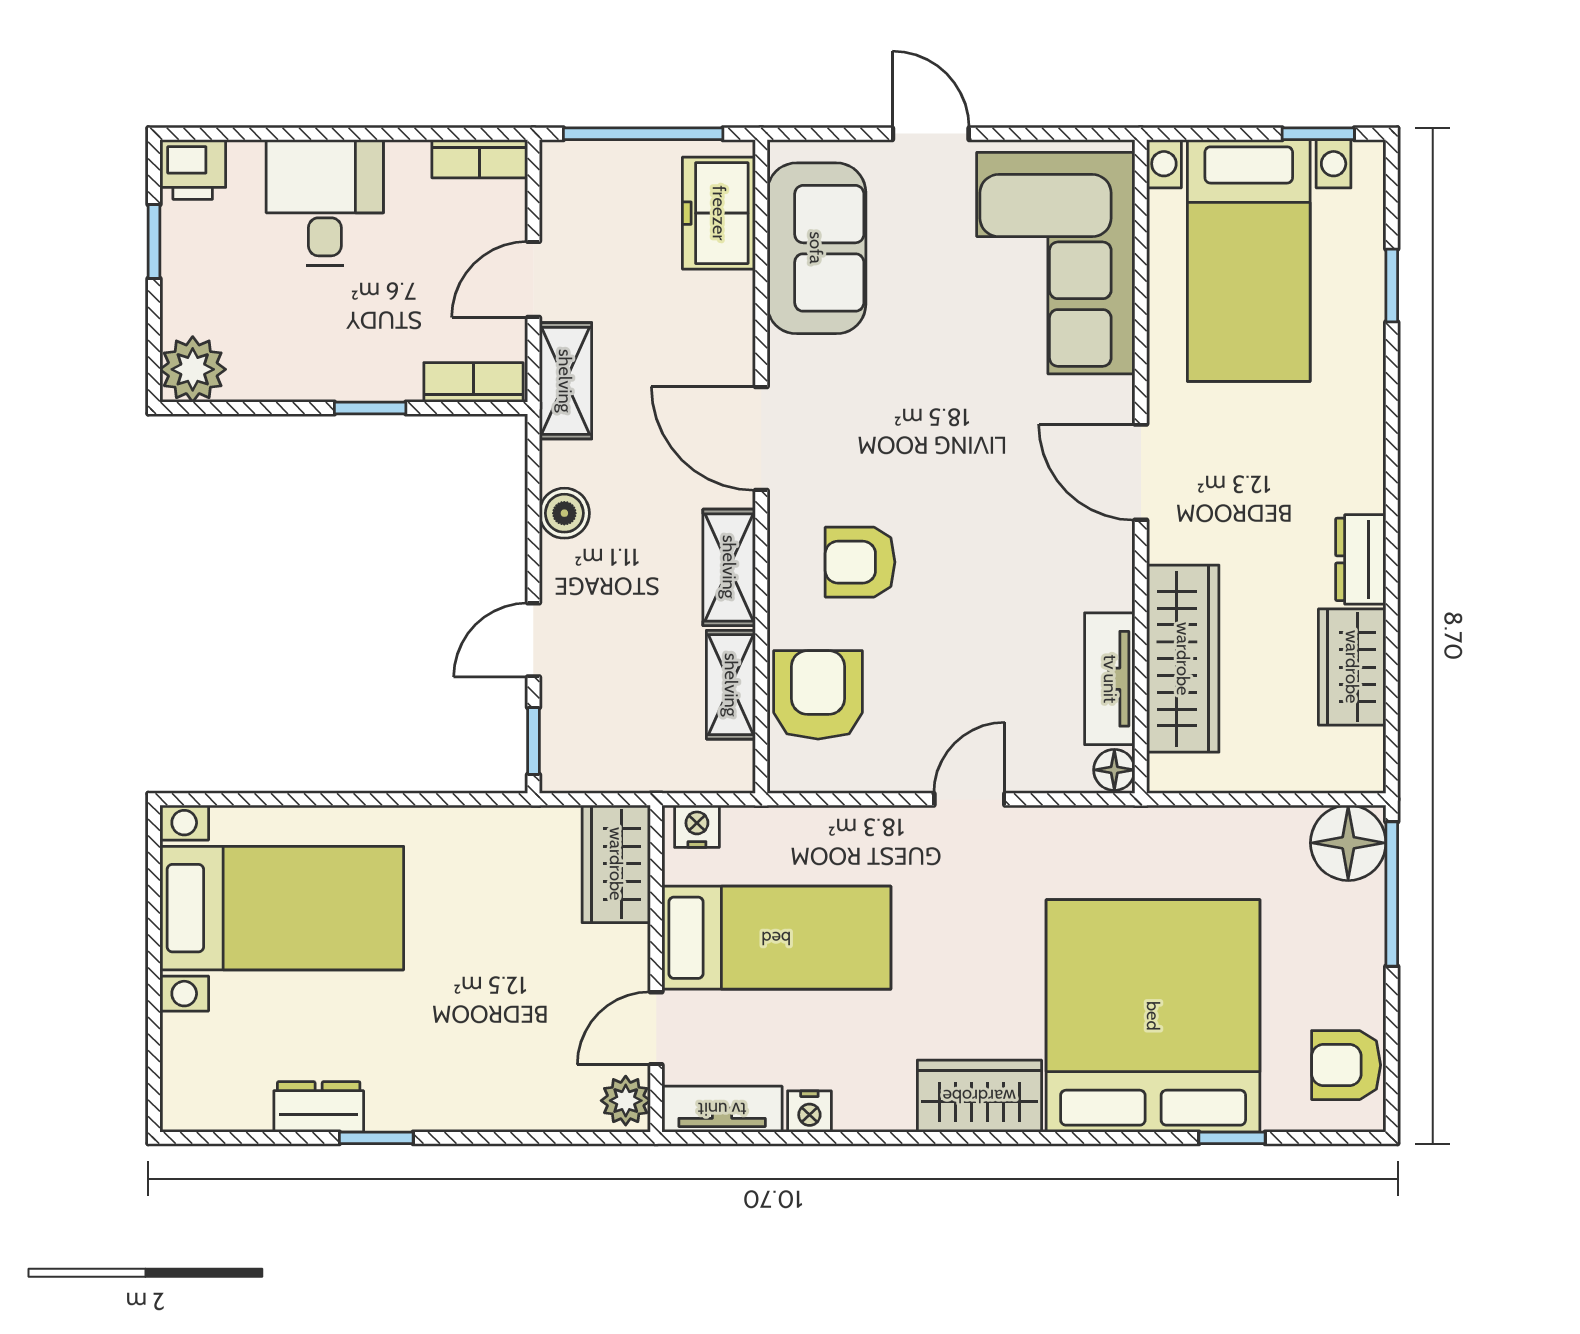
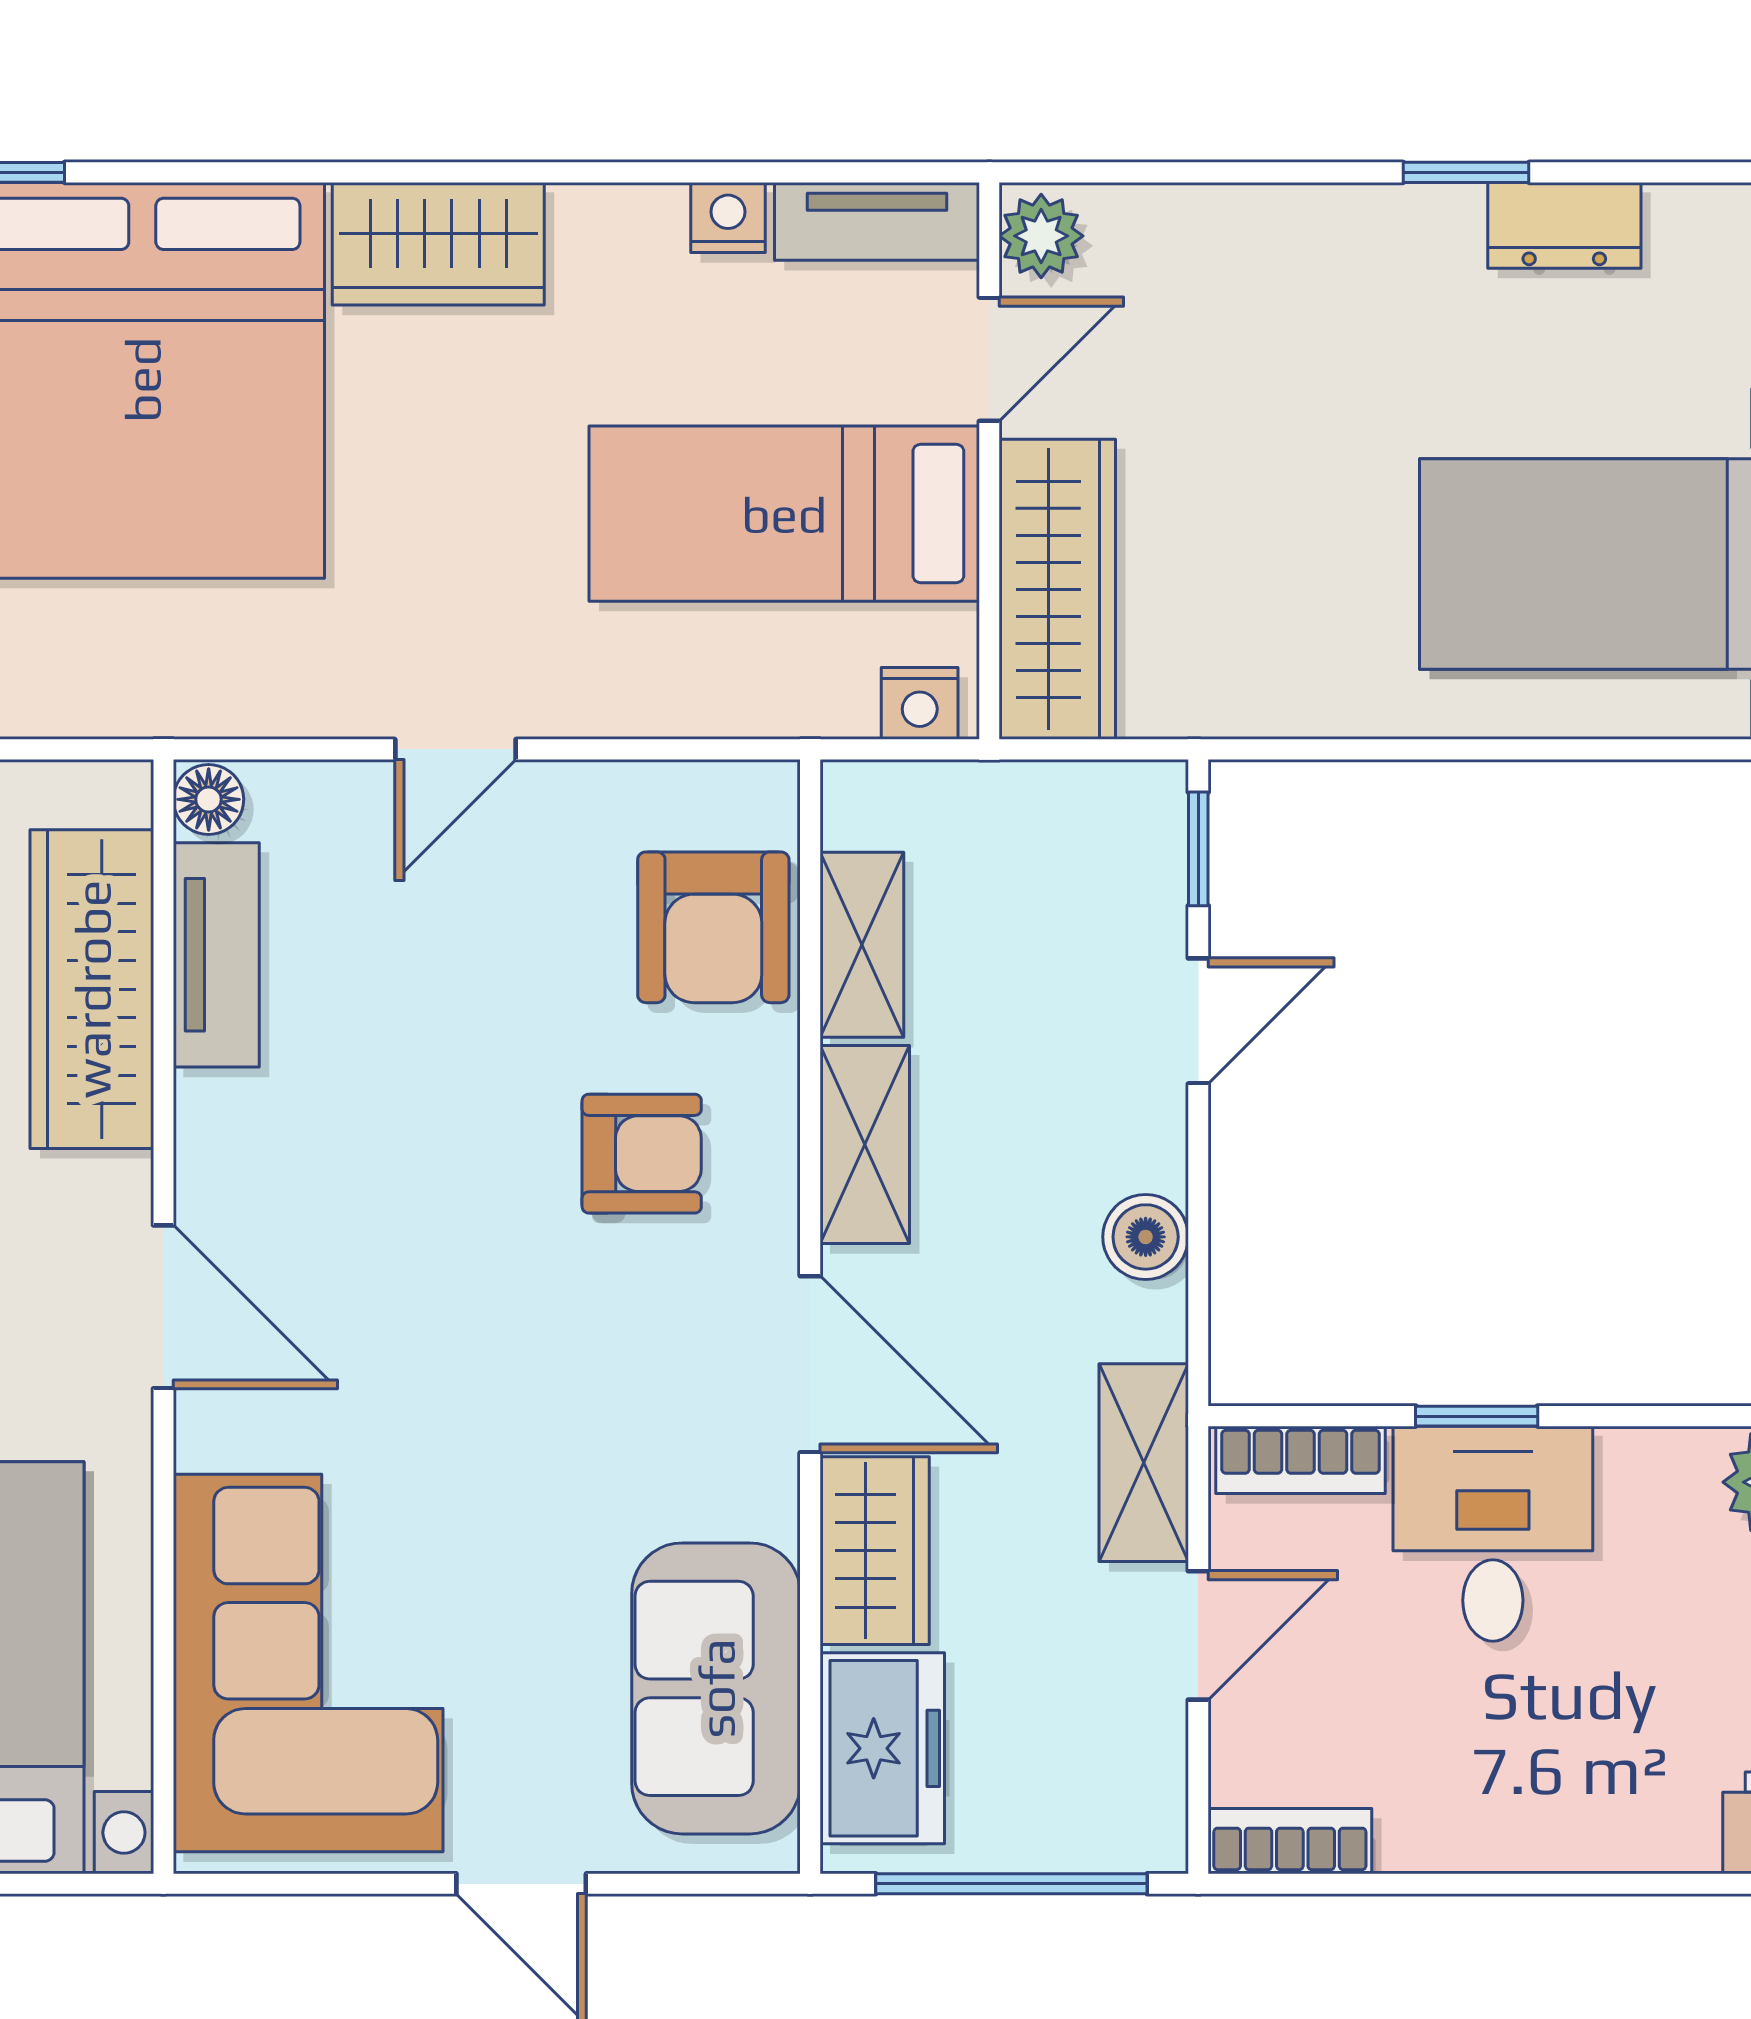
desk: (325, 203) -> (1493, 1534), moved, turned 180
wardrobe: (723, 329) -> (875, 1551), added
wardrobe: (616, 864) -> (1057, 589), width x1.50

